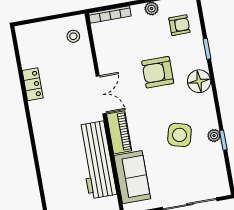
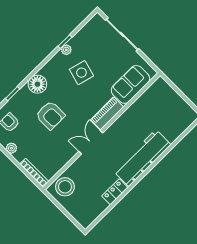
stool: (73, 36) -> (65, 187), width x1.89, depth x1.89
workbench: (97, 160) -> (142, 158), moved, turned 180

